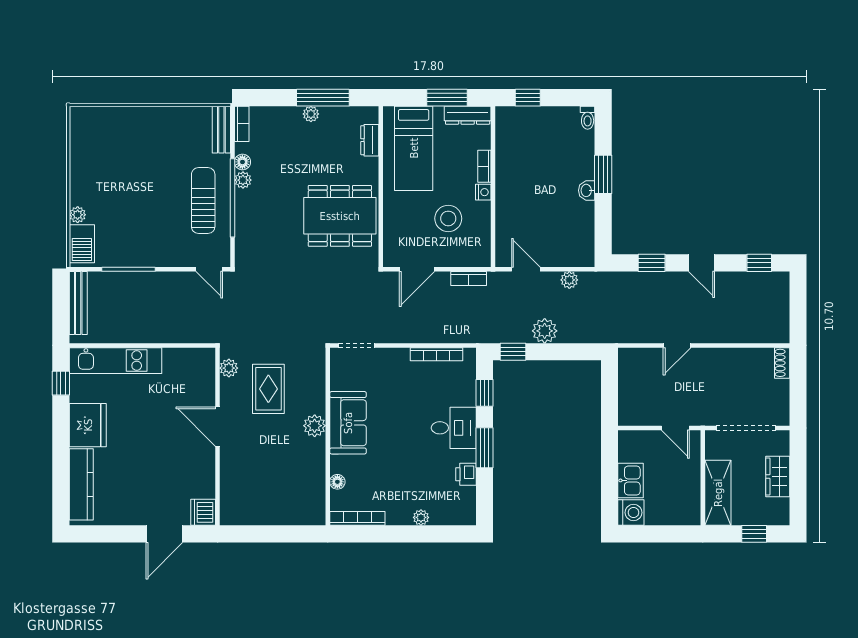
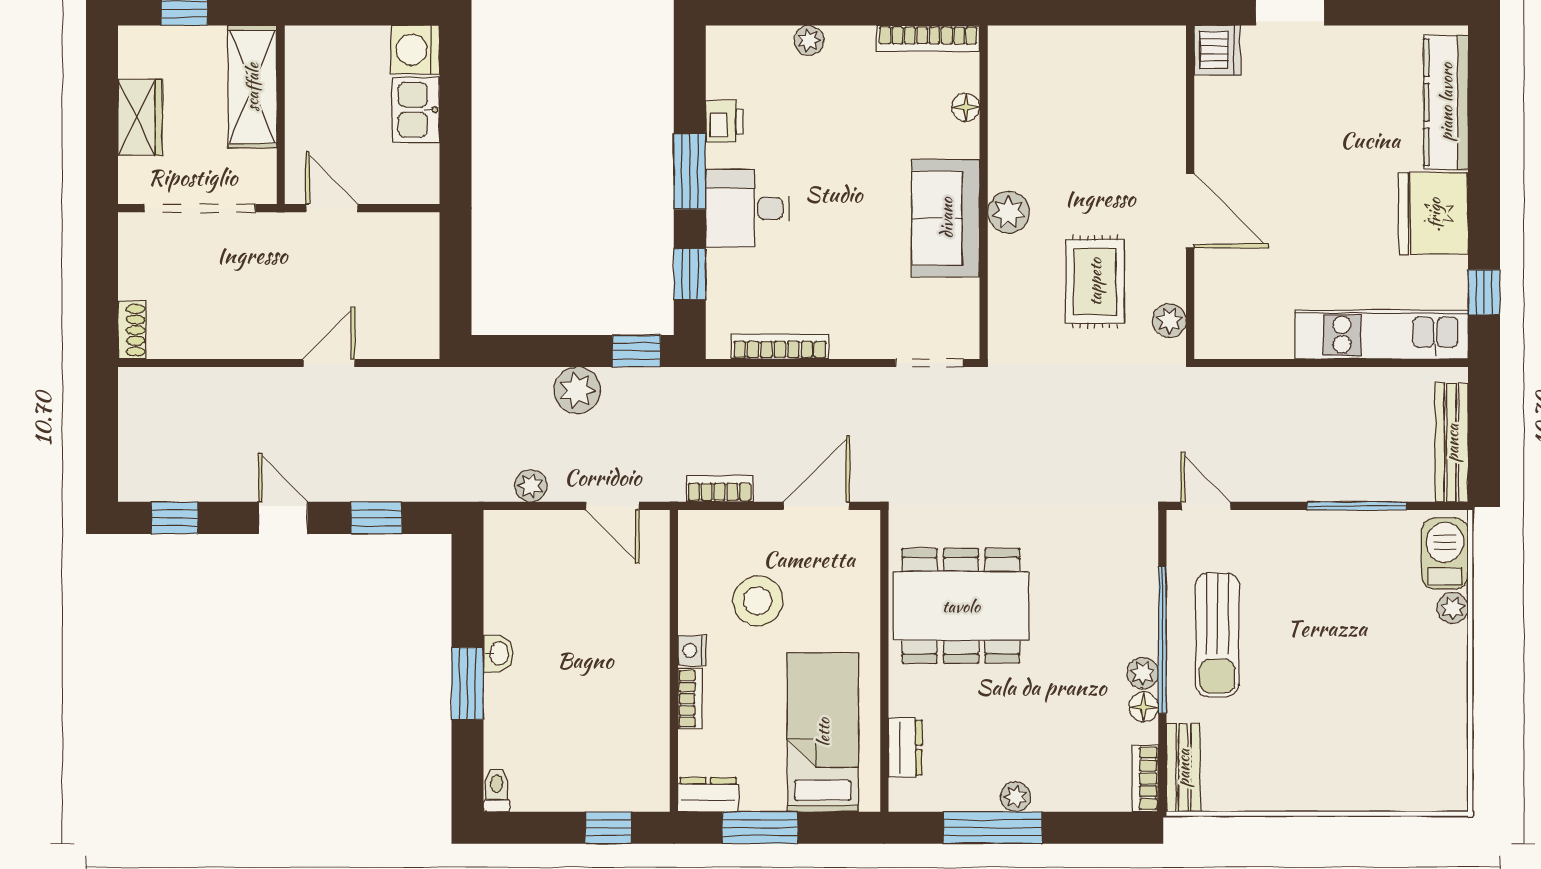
dresser: (468, 115) -> (708, 795), width x0.70

